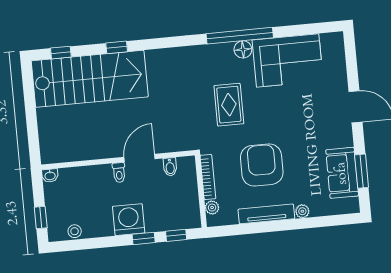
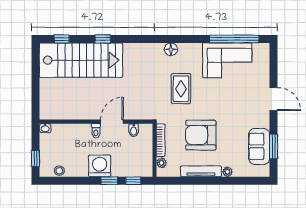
window: (240, 36) -> (234, 39), moved
floor lamp: (243, 49) -> (171, 49), moved
armchair: (262, 165) -> (201, 135), turned -90

